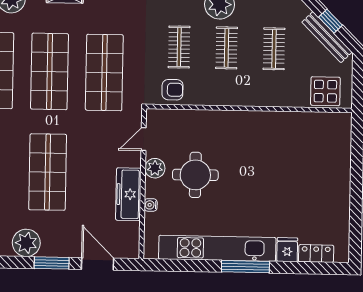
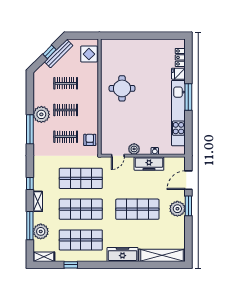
door: (144, 139) -> (118, 156), hinge flipped
round table: (195, 175) -> (122, 88), moved
plant: (26, 243) -> (177, 209), moved

